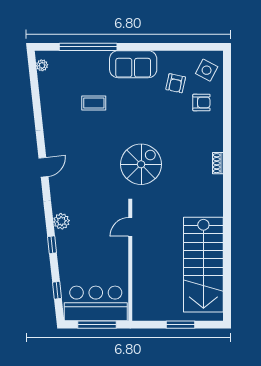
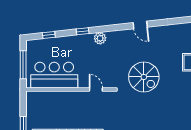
spiral stairs: (141, 164) -> (144, 77), moved
bar counter: (96, 303) -> (54, 75), moved, turned -90

